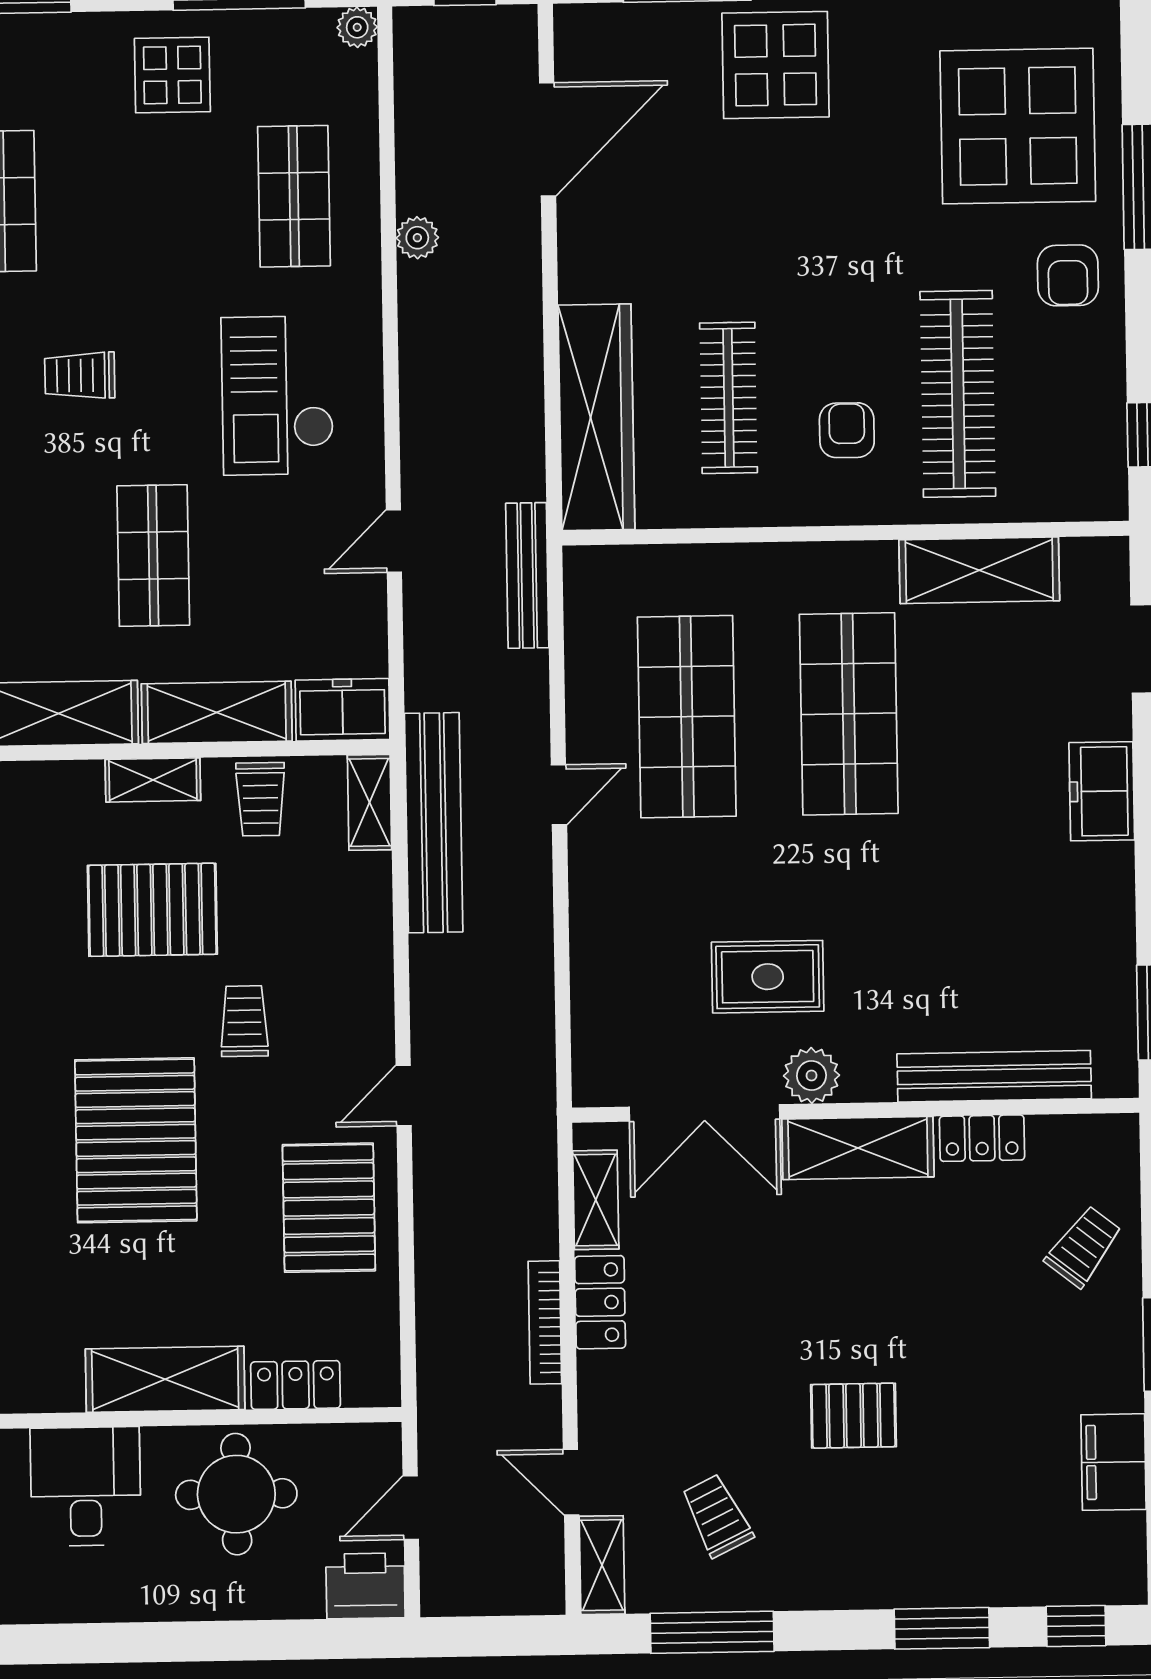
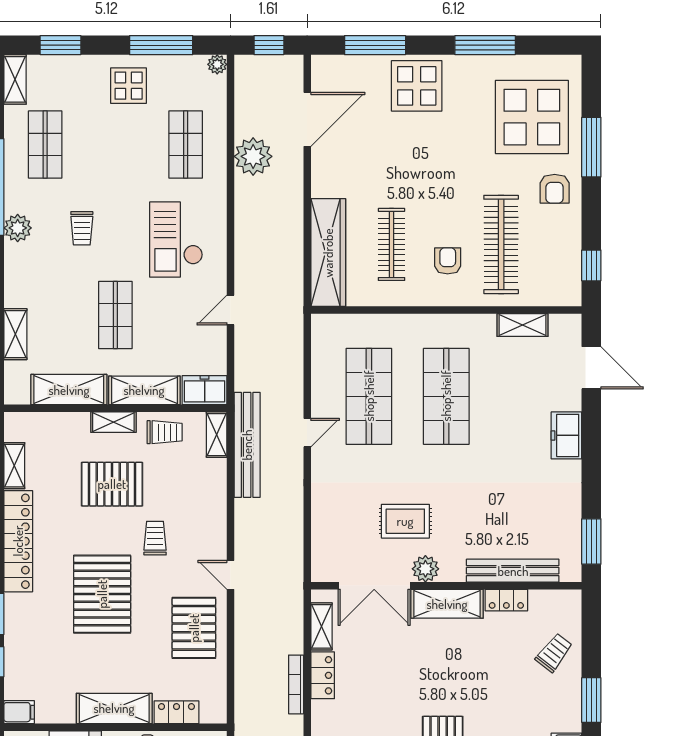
plant: (417, 238) -> (253, 156), width x1.87, depth x1.87
trolley: (80, 375) -> (82, 228), turned -90
shelving: (979, 570) -> (522, 325), width x0.67, depth x0.75
bench: (527, 575) -> (294, 328), removed
trolley: (261, 799) -> (165, 432), turned -90
door: (404, 1096) -> (230, 575), hinge flipped

